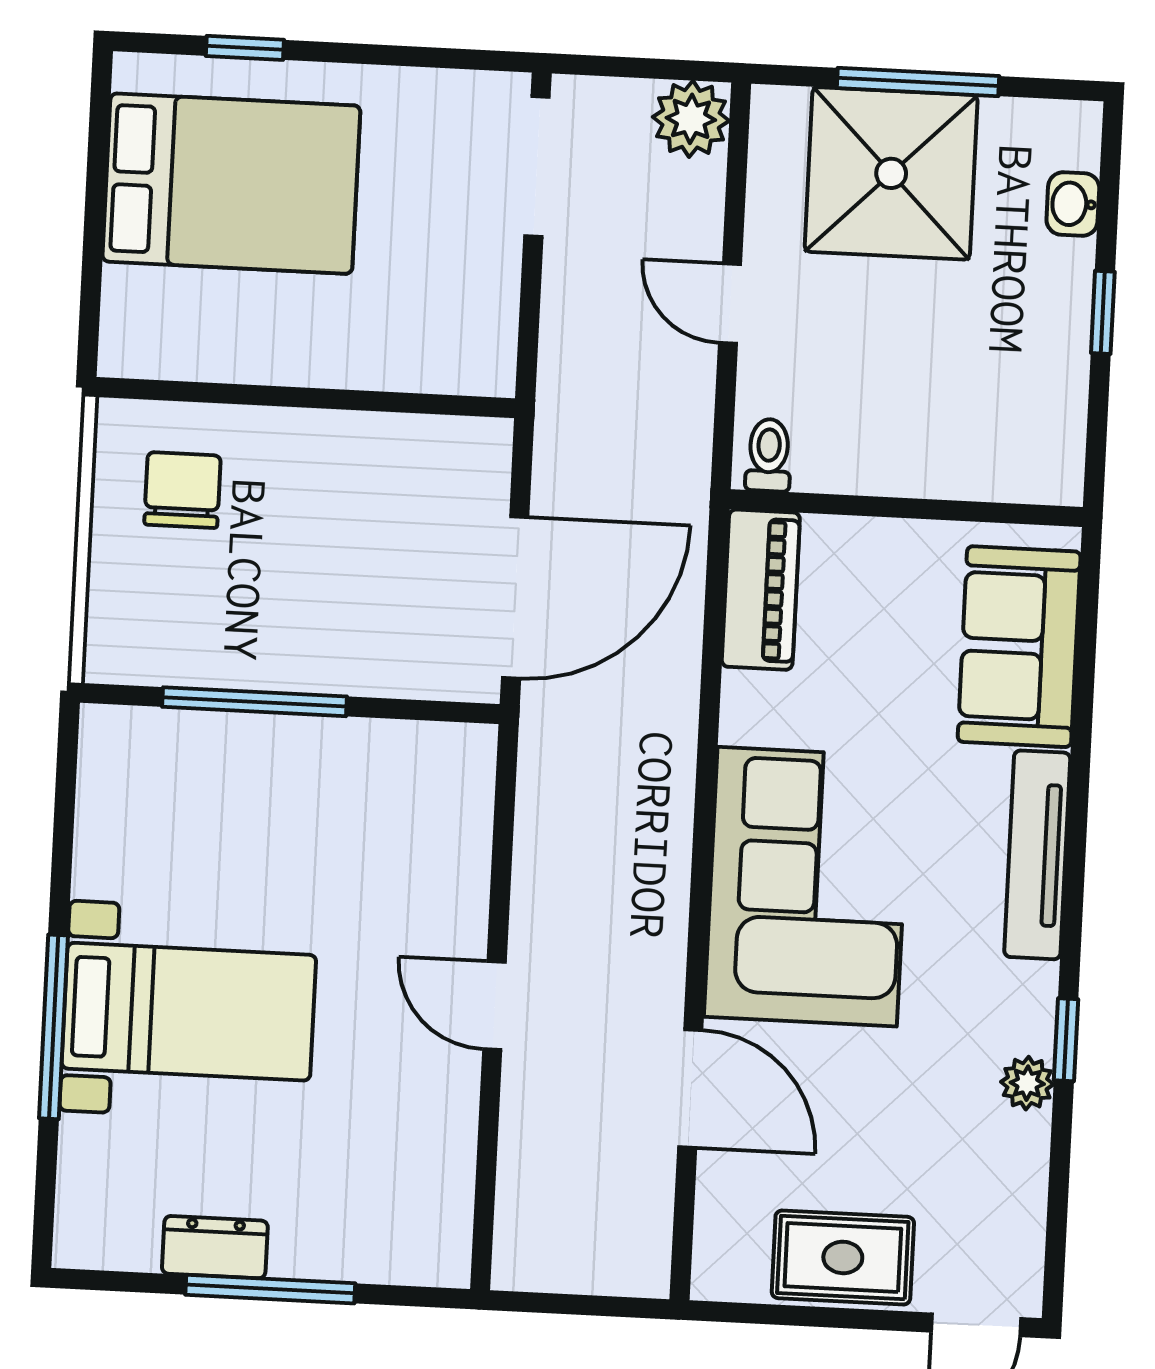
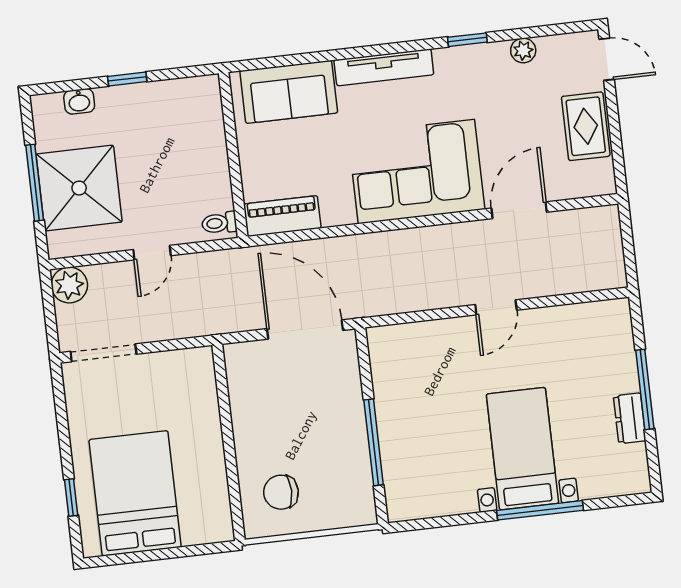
plant: (1027, 1083) -> (523, 50), moved

